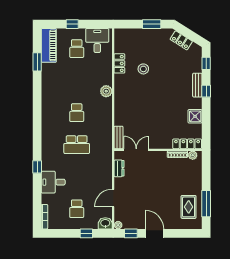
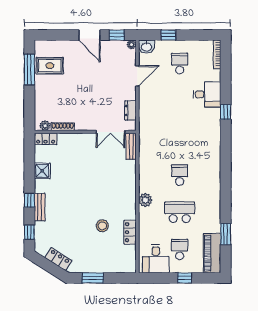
locker: (187, 144) -> (46, 139), width x0.66
school desk: (77, 145) -> (180, 212), moved
rug: (189, 207) -> (50, 66), turned 90

